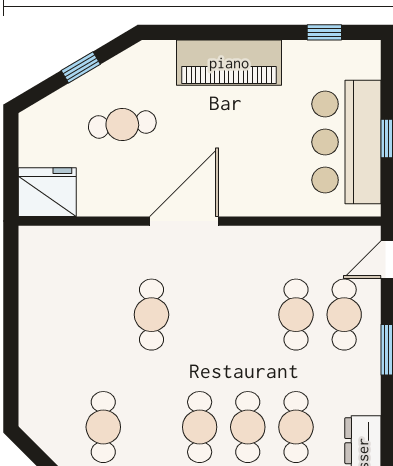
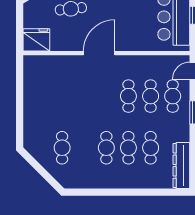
cafe table: (151, 315) -> (128, 96), moved

